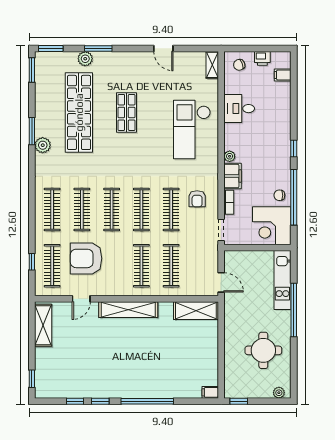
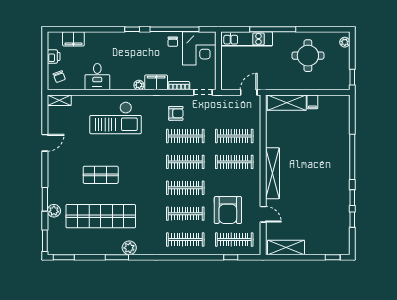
filing cabinet: (283, 75) -> (73, 39), width x2.00
shelving: (196, 311) -> (287, 103), moved, turned 90
filing cabinet: (210, 392) -> (312, 102), moved

